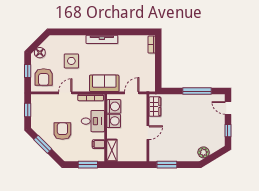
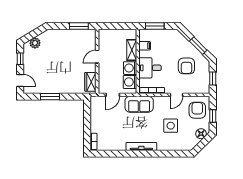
window: (197, 91) -> (50, 97), width x0.69
armchair: (62, 131) -> (186, 66), moved
shelving: (112, 150) -> (132, 50), moved
plant: (204, 152) -> (35, 43), moved

